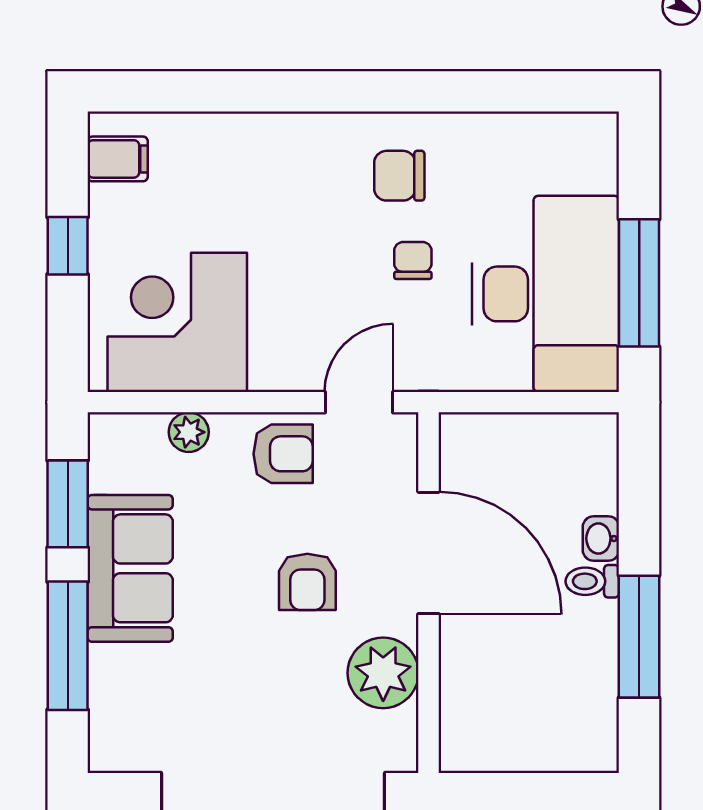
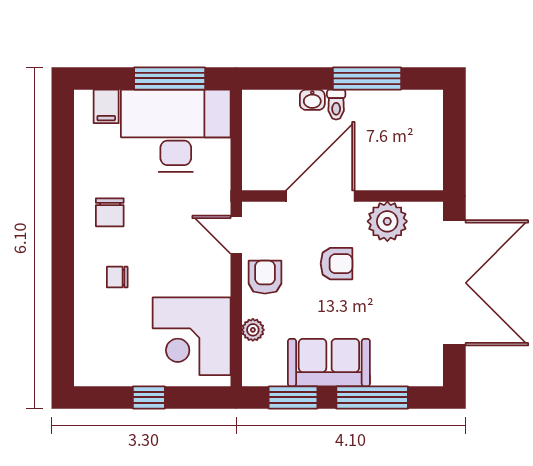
filing cabinet: (118, 159) -> (106, 106), moved, turned 180
chair: (413, 260) -> (117, 277), moved

